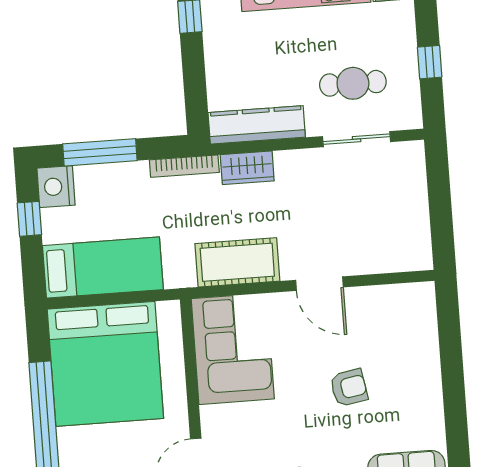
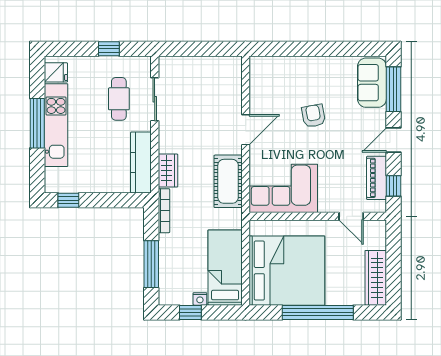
nightstand: (56, 187) -> (200, 299), moved, width x0.53, depth x0.56

